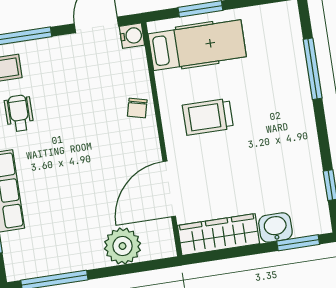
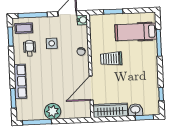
hospital bed: (197, 45) -> (136, 32), moved, turned 180
side table: (68, 97) -> (52, 43), added
plant: (123, 246) -> (53, 111), moved

